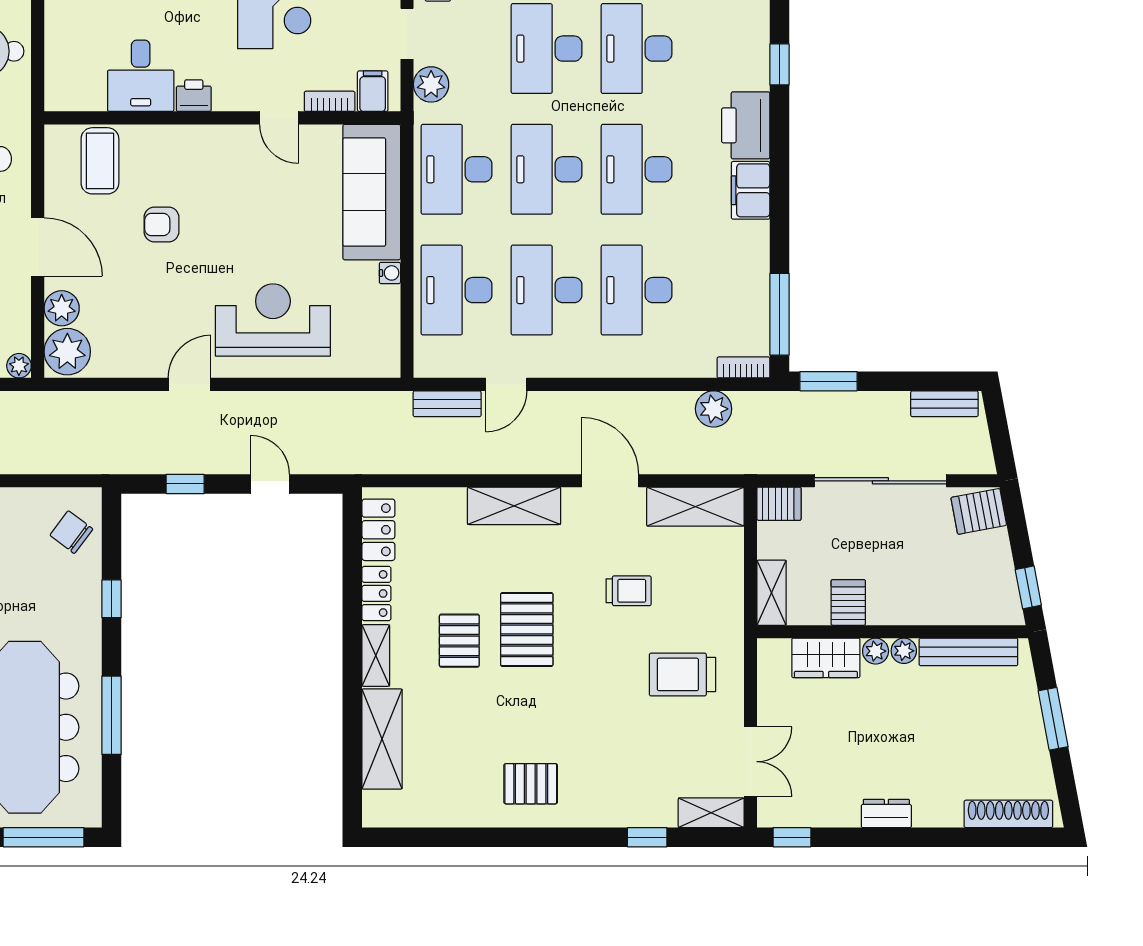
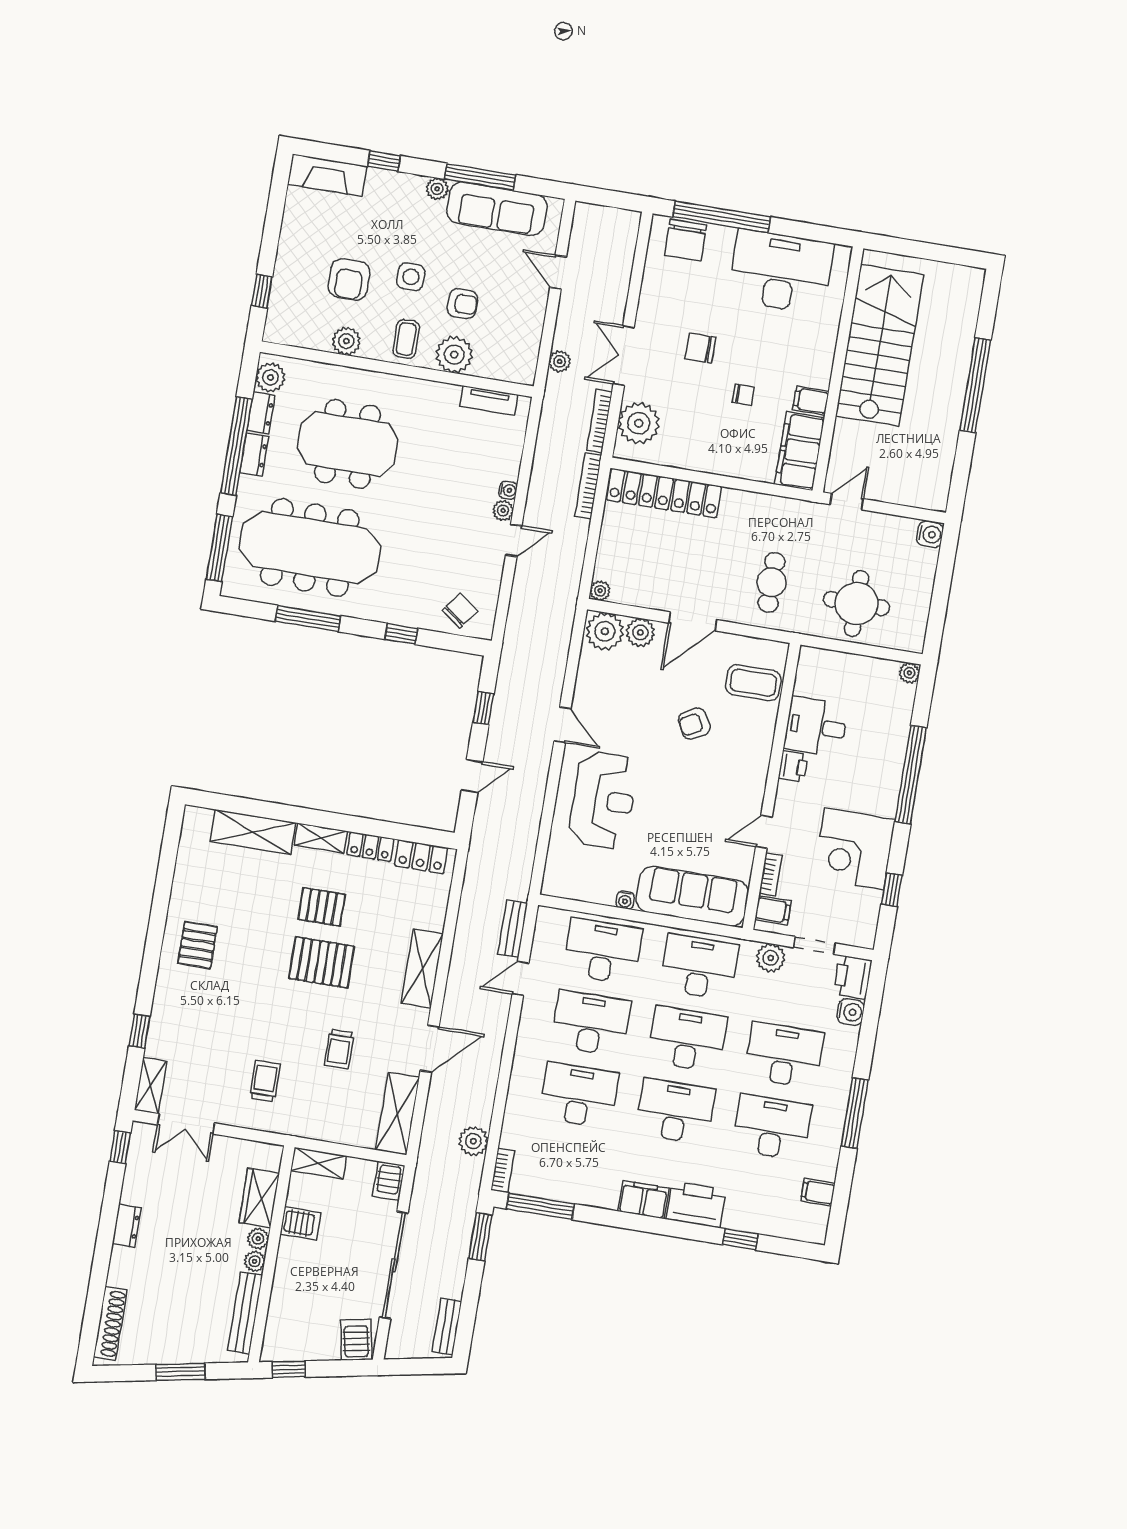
armchair: (161, 225) -> (694, 724), turned -118
door: (506, 384) -> (520, 978), hinge flipped
trolley: (683, 674) -> (265, 1081), width x0.73, depth x0.72

